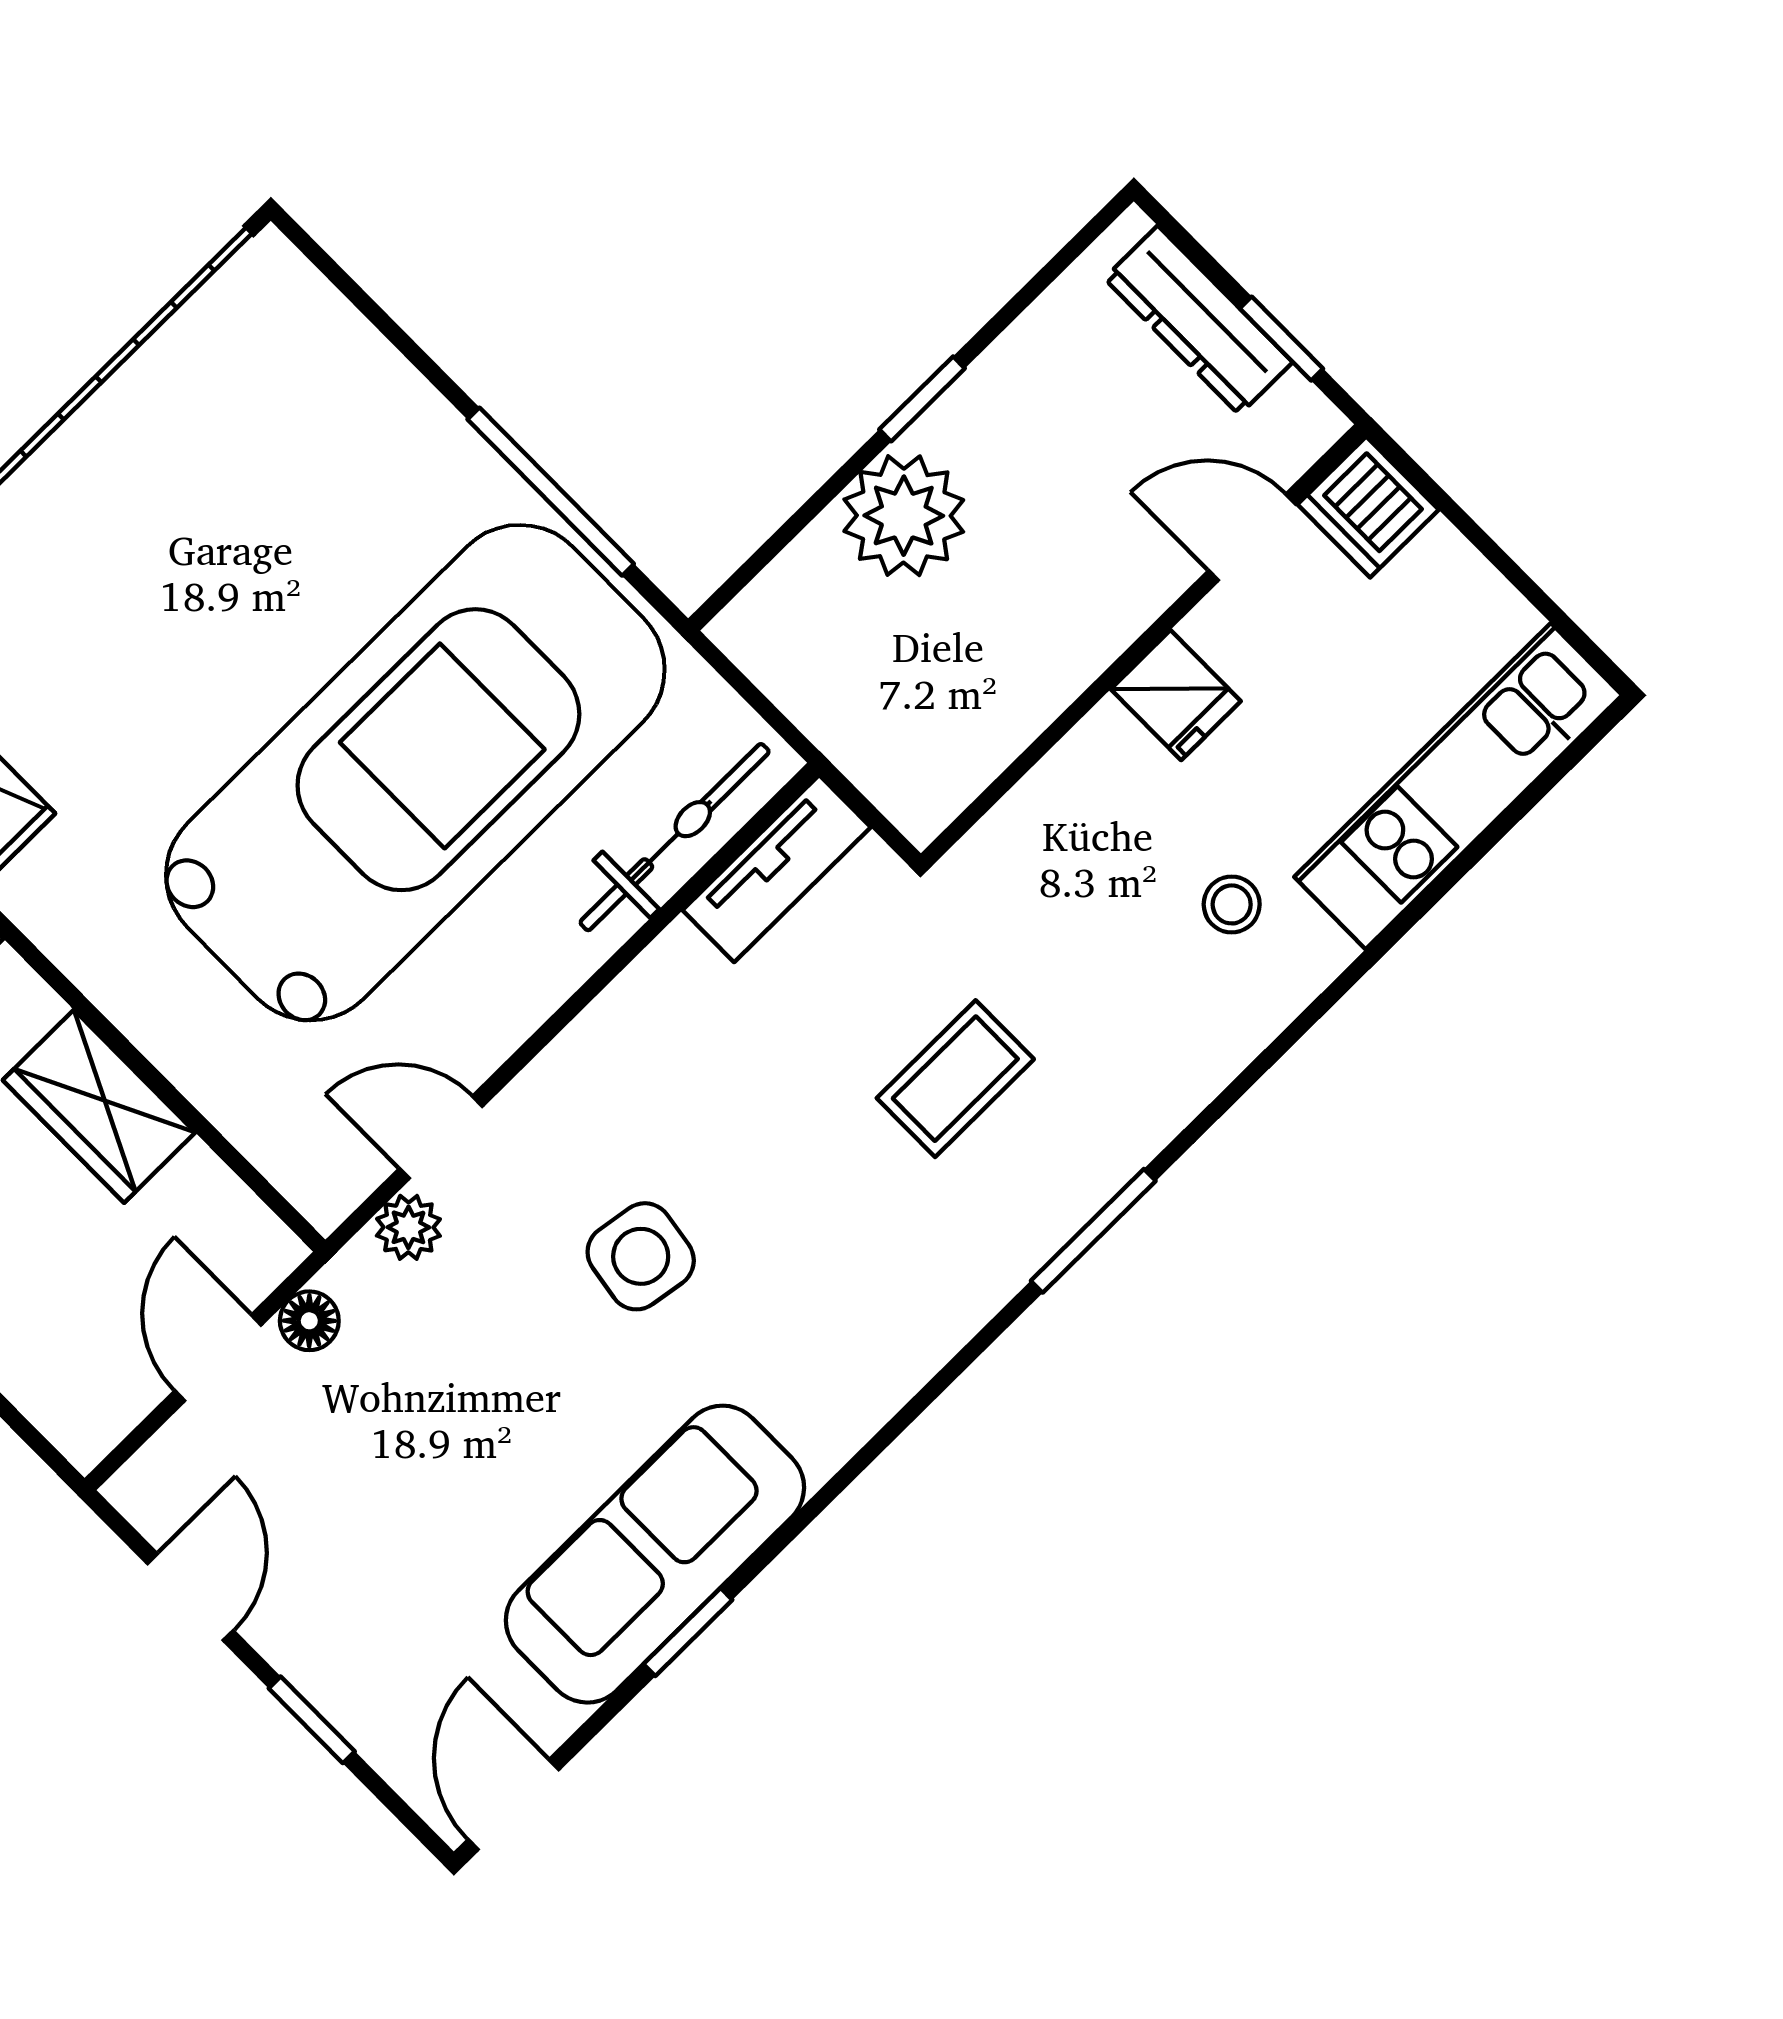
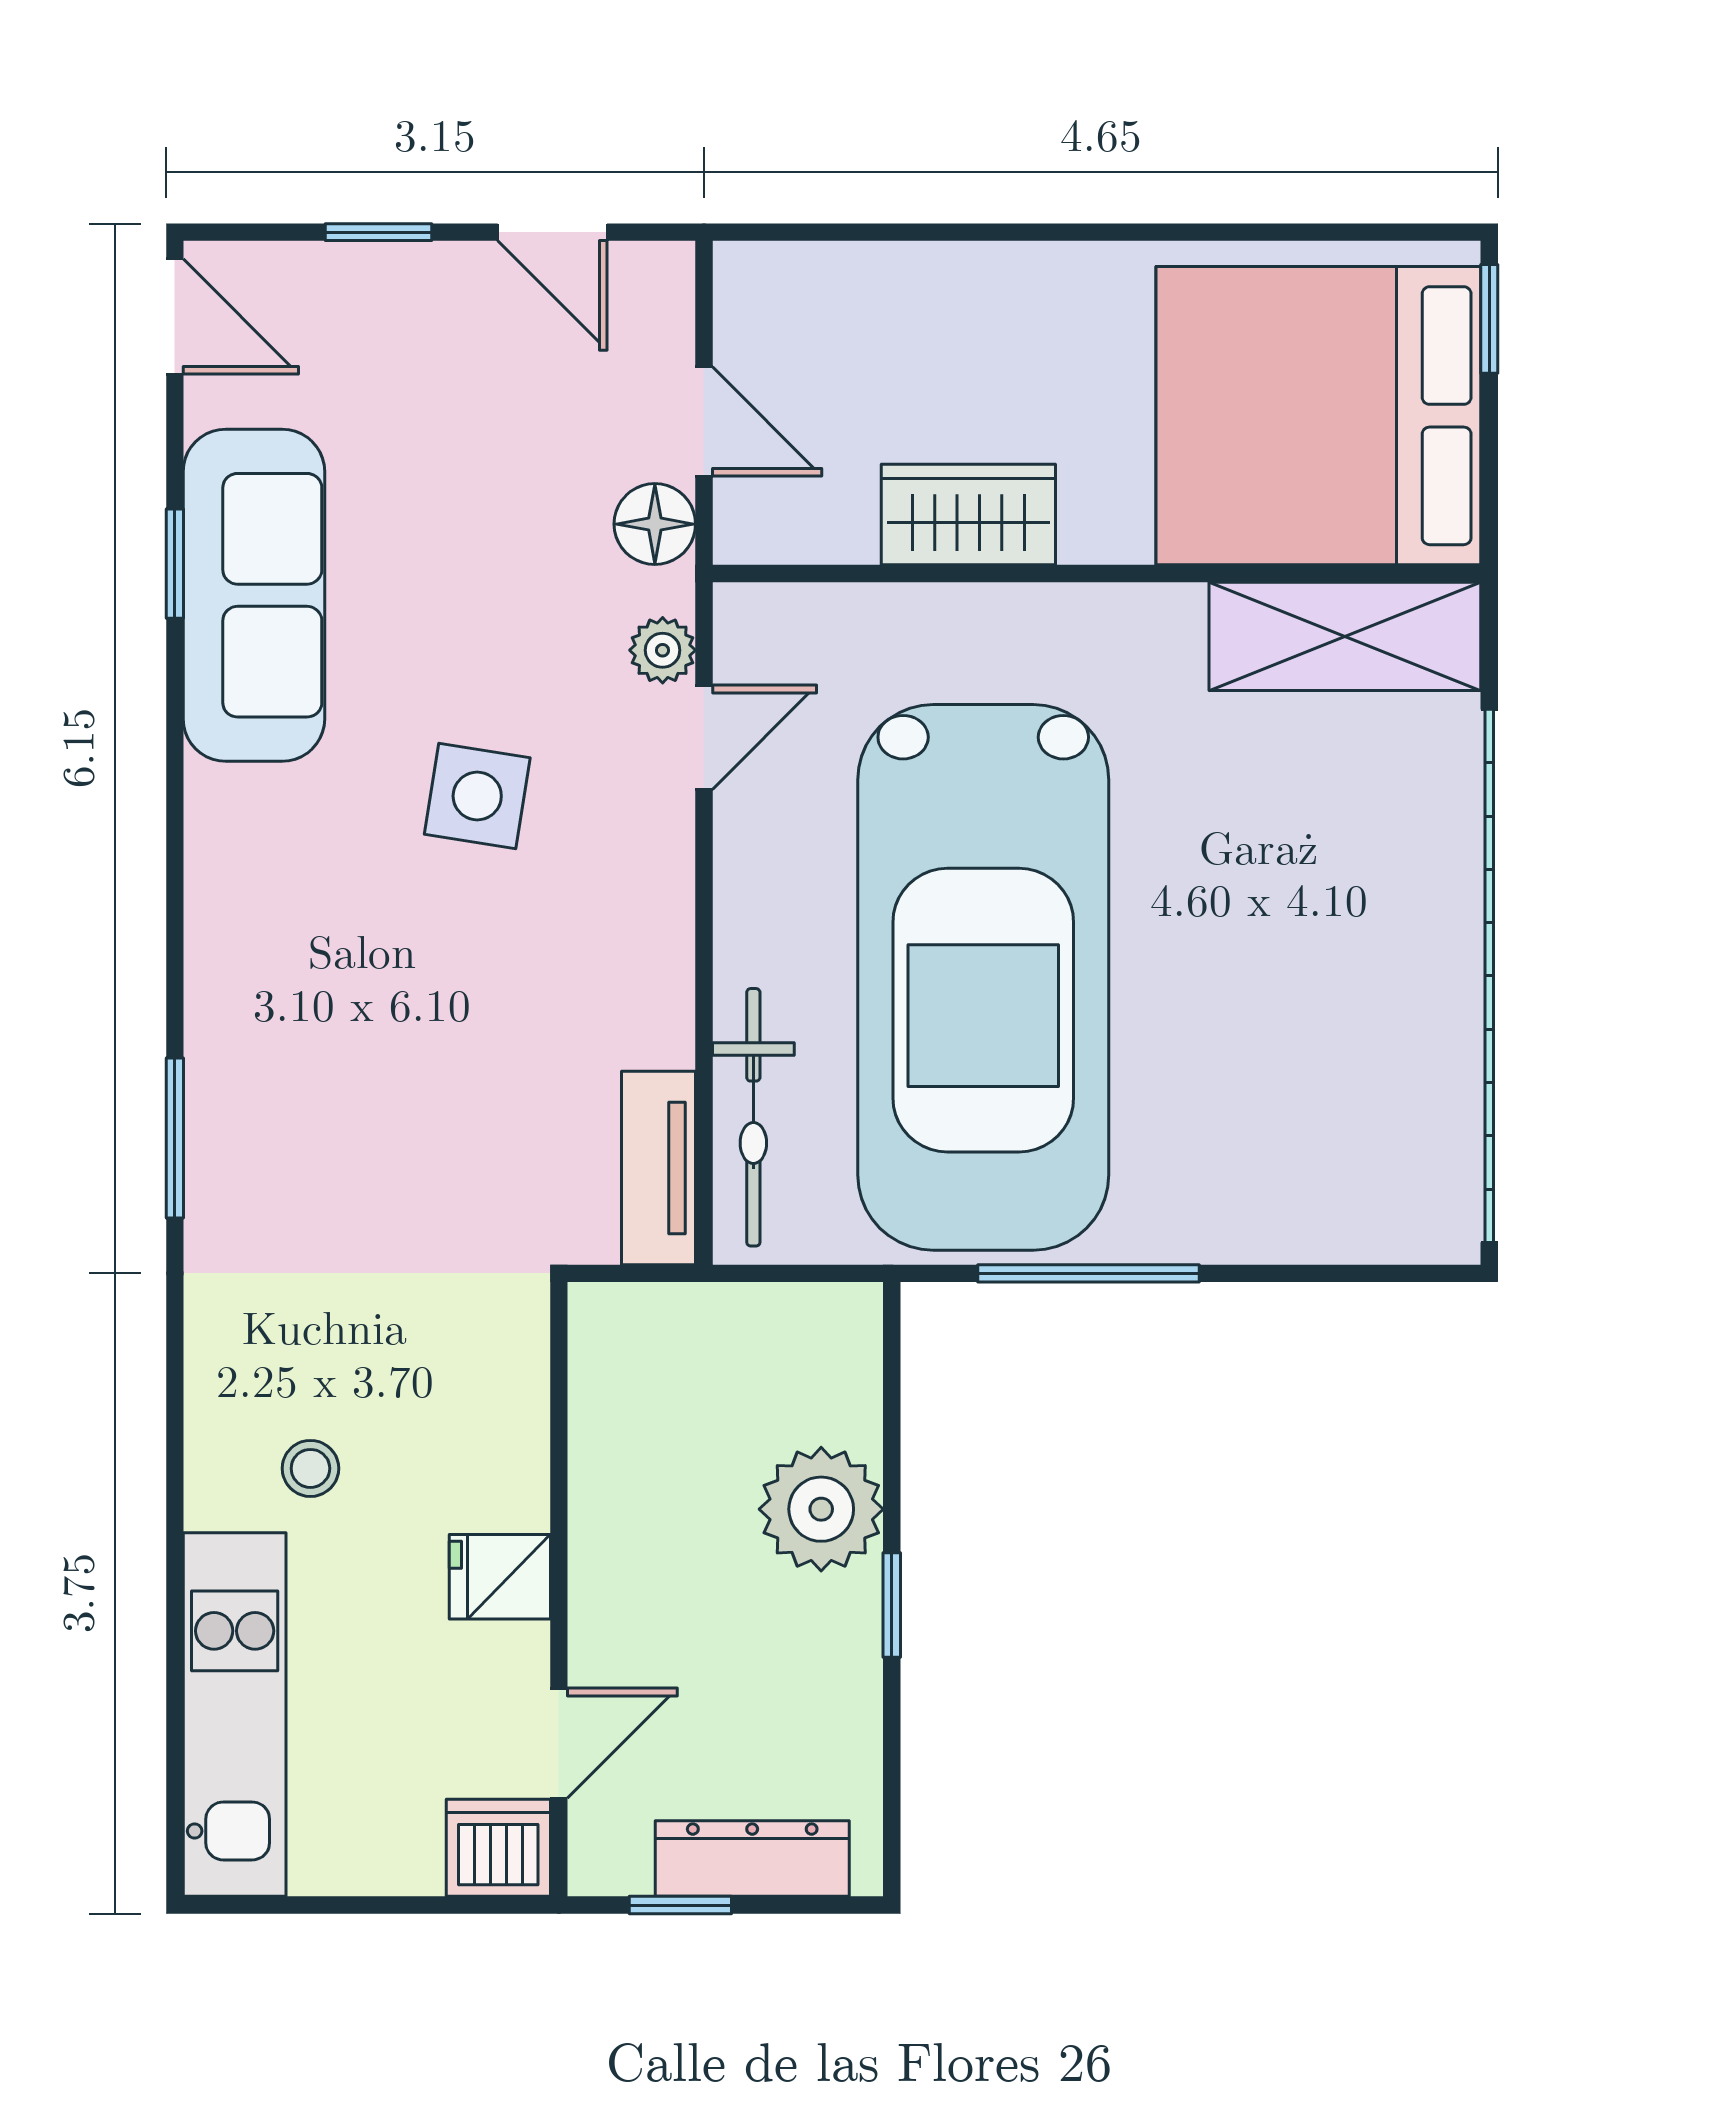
coffee table: (955, 1079) -> (382, 1147), removed
floor lamp: (309, 1321) -> (655, 524), width x1.37, depth x1.37

